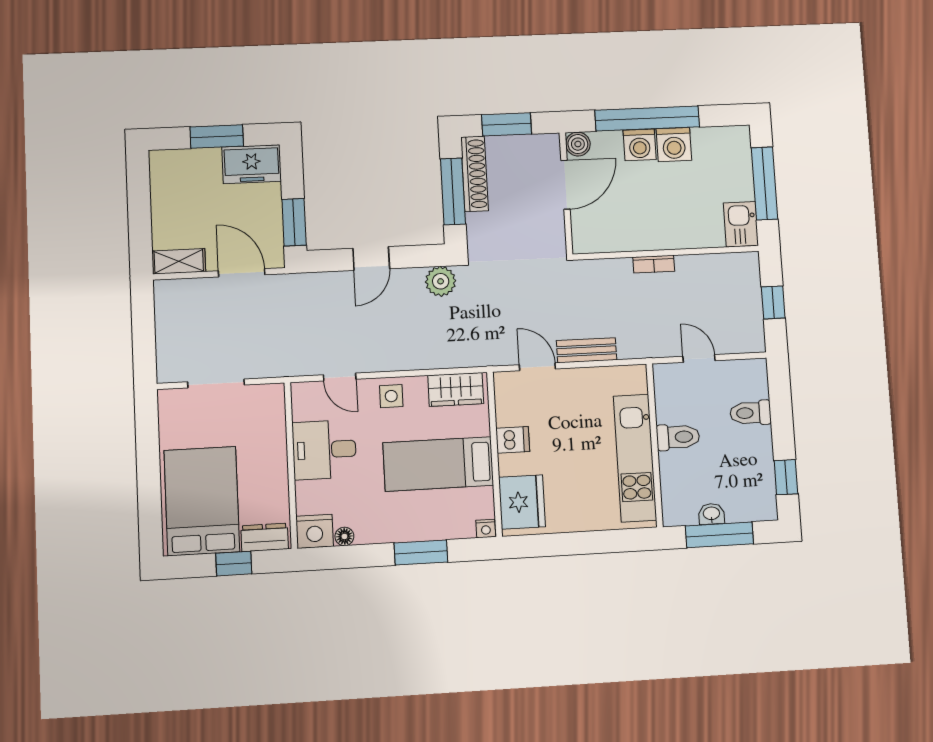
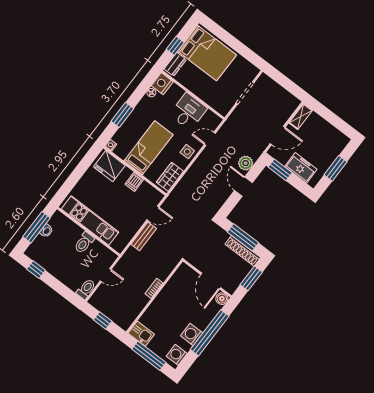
washing machine: (640, 145) -> (177, 355), moved
freezer: (252, 164) -> (301, 168), moved, turned 90
plant: (441, 281) -> (246, 163), moved
toilet: (750, 413) -> (86, 289), moved

